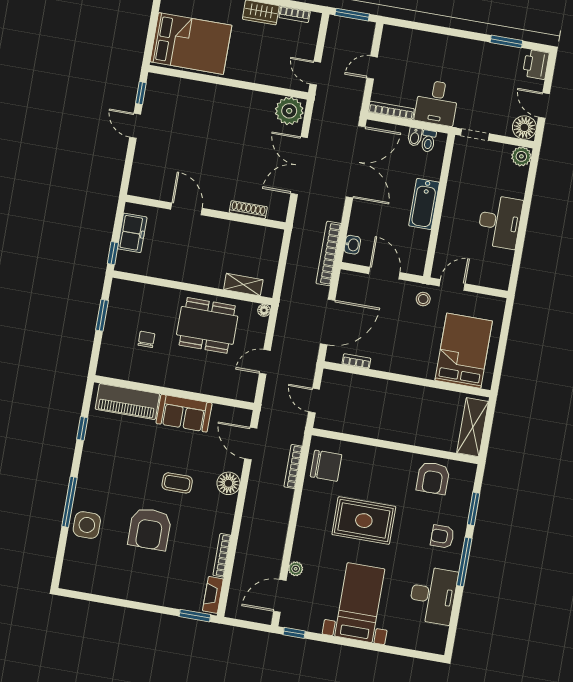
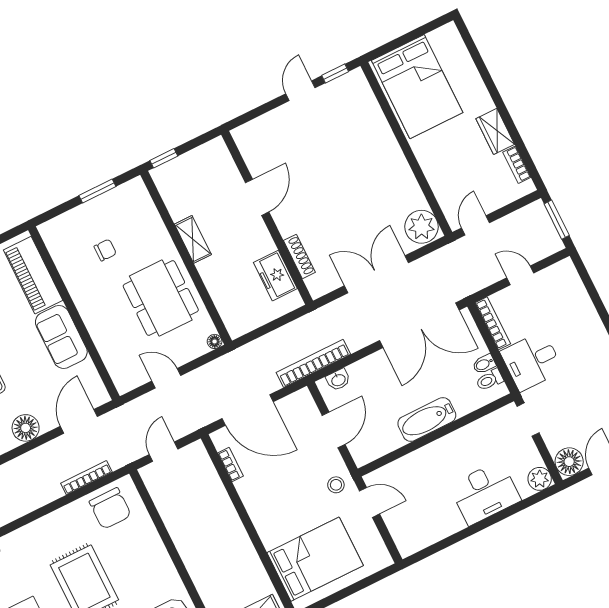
desk: (500, 222) -> (485, 493), moved
freezer: (132, 233) -> (275, 276), moved, turned 90
shelving: (243, 285) -> (193, 239), moved

